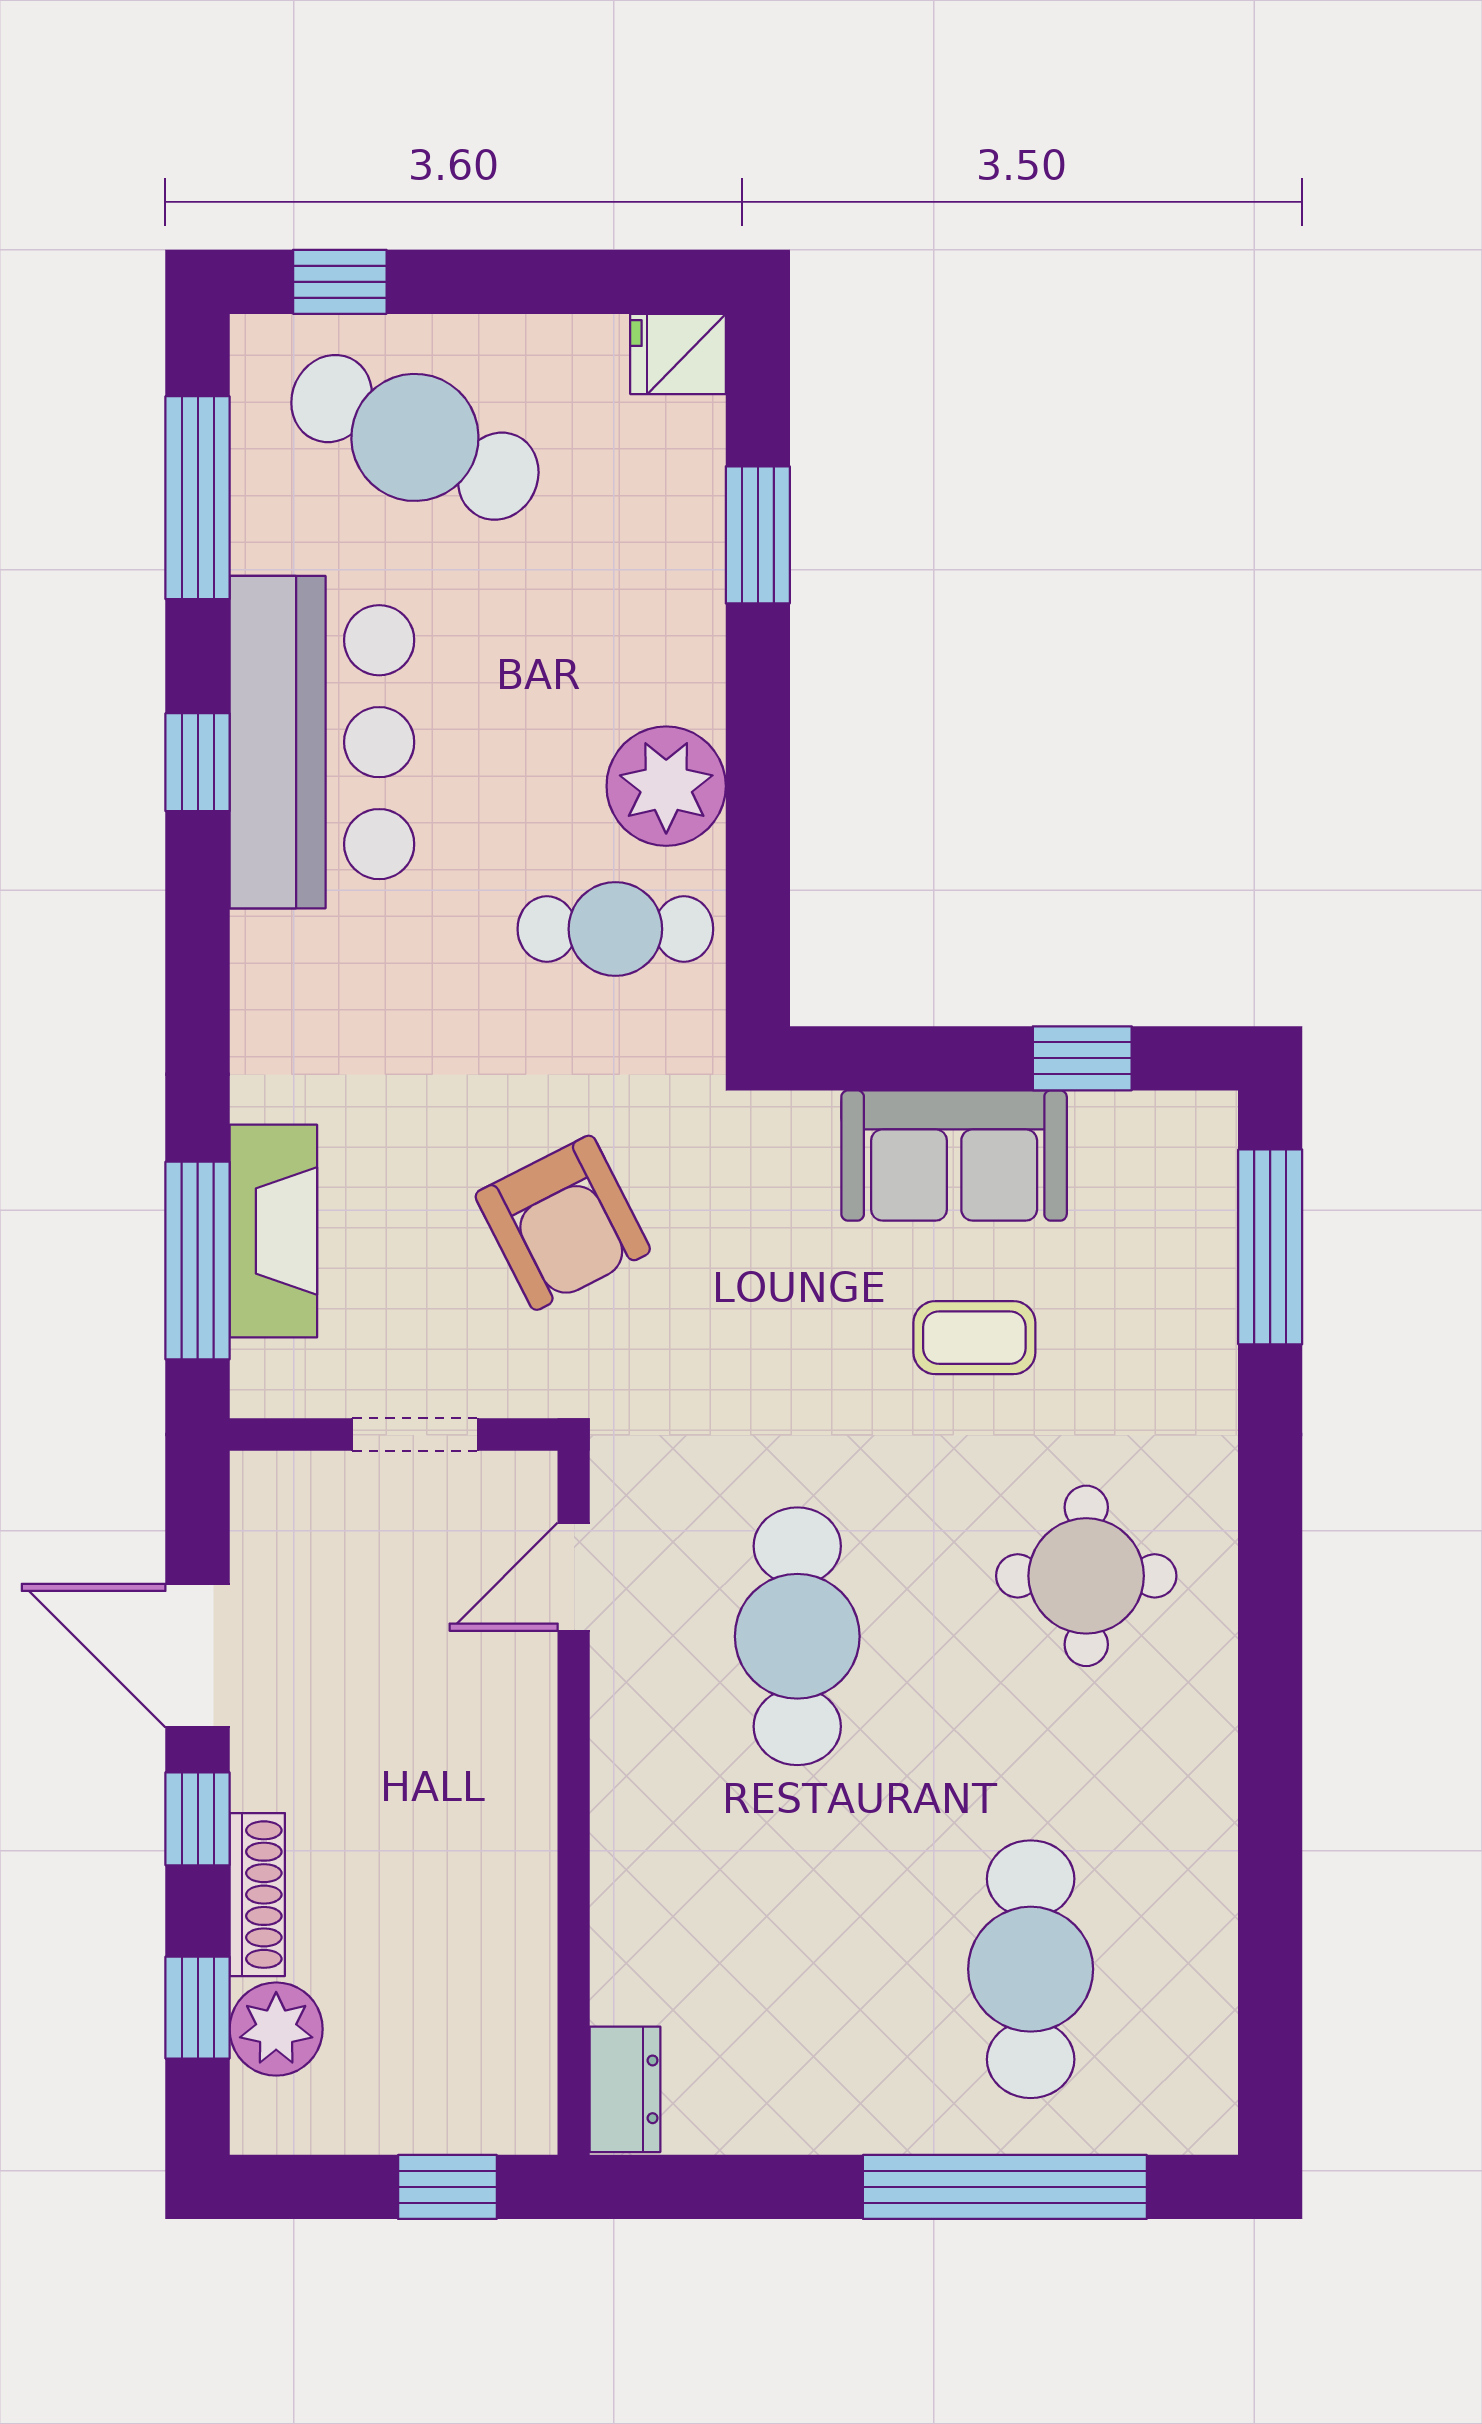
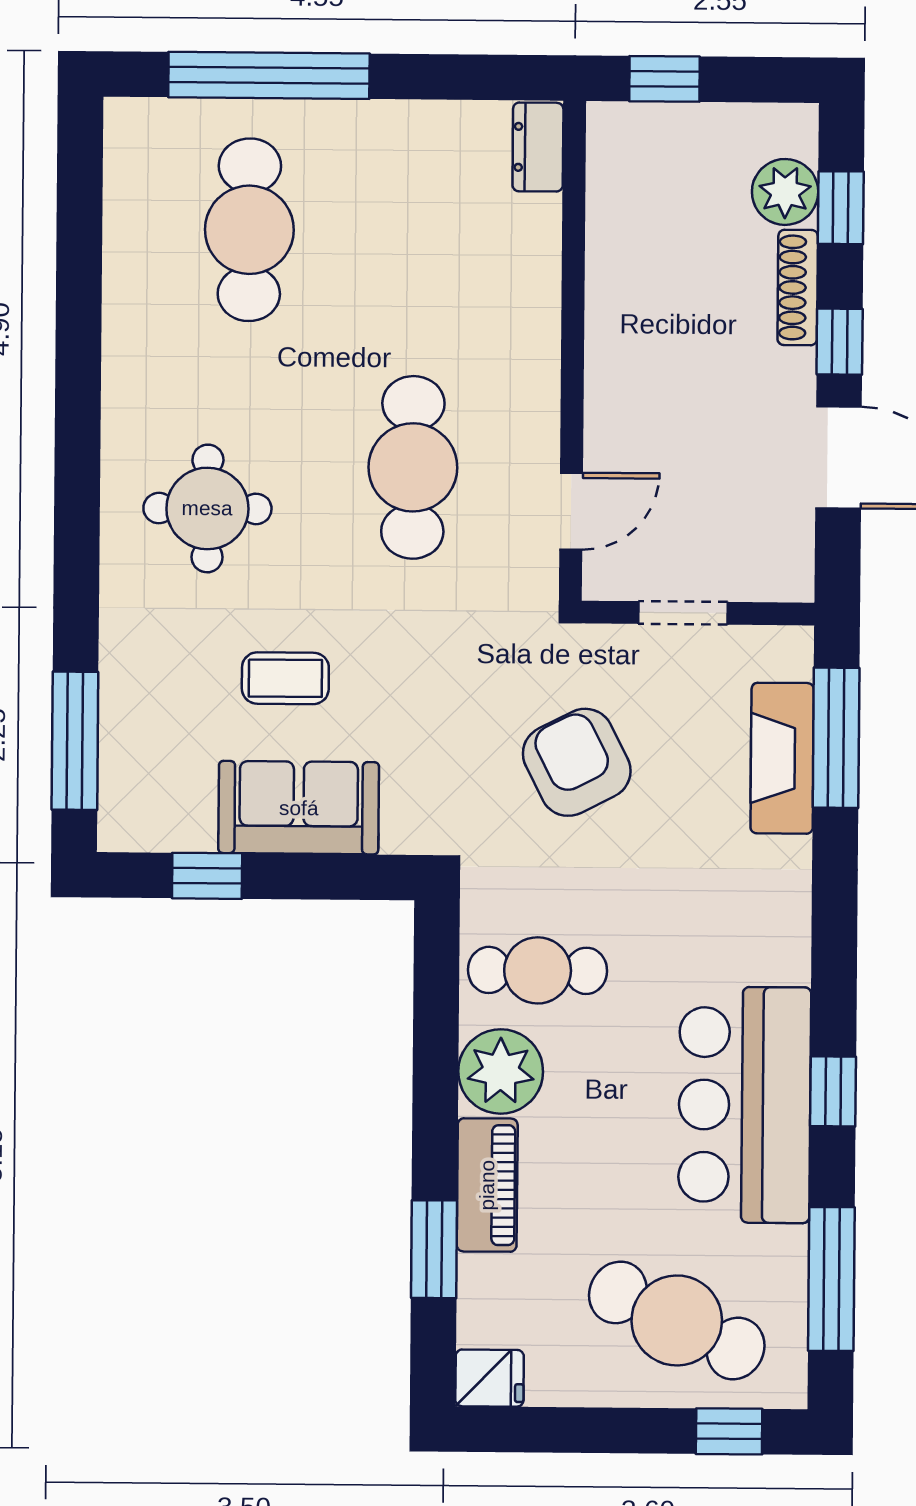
piano: (684, 626) -> (487, 1185), added

